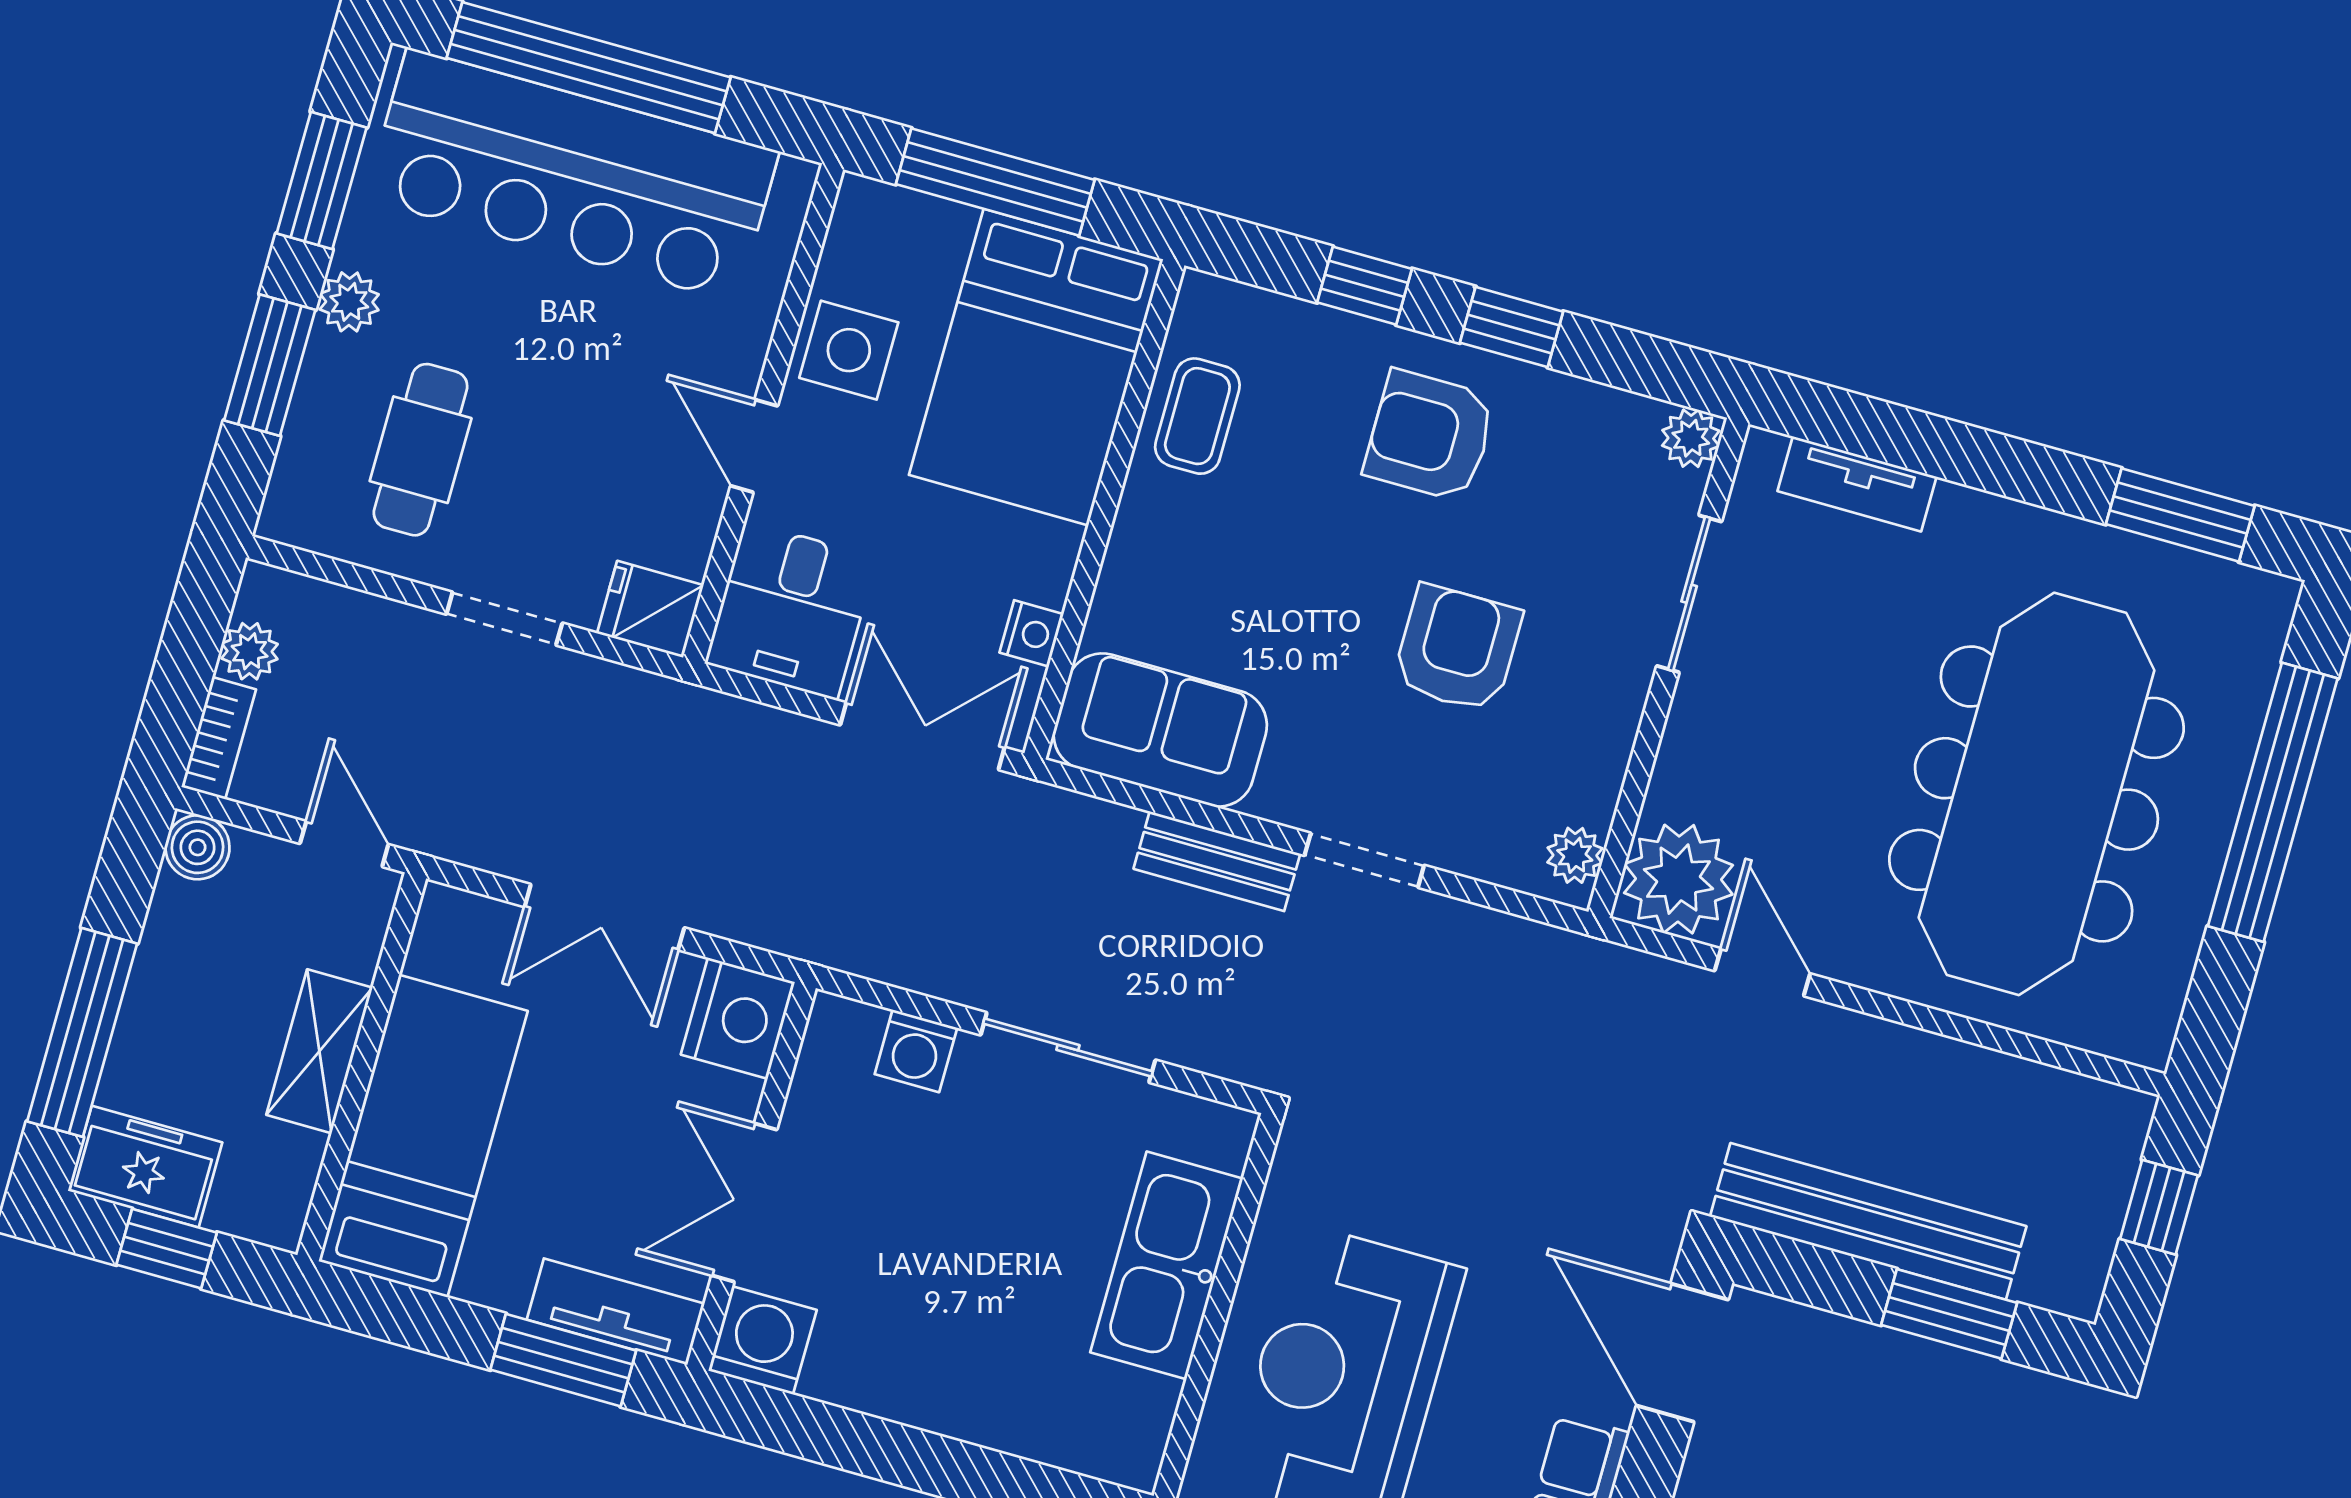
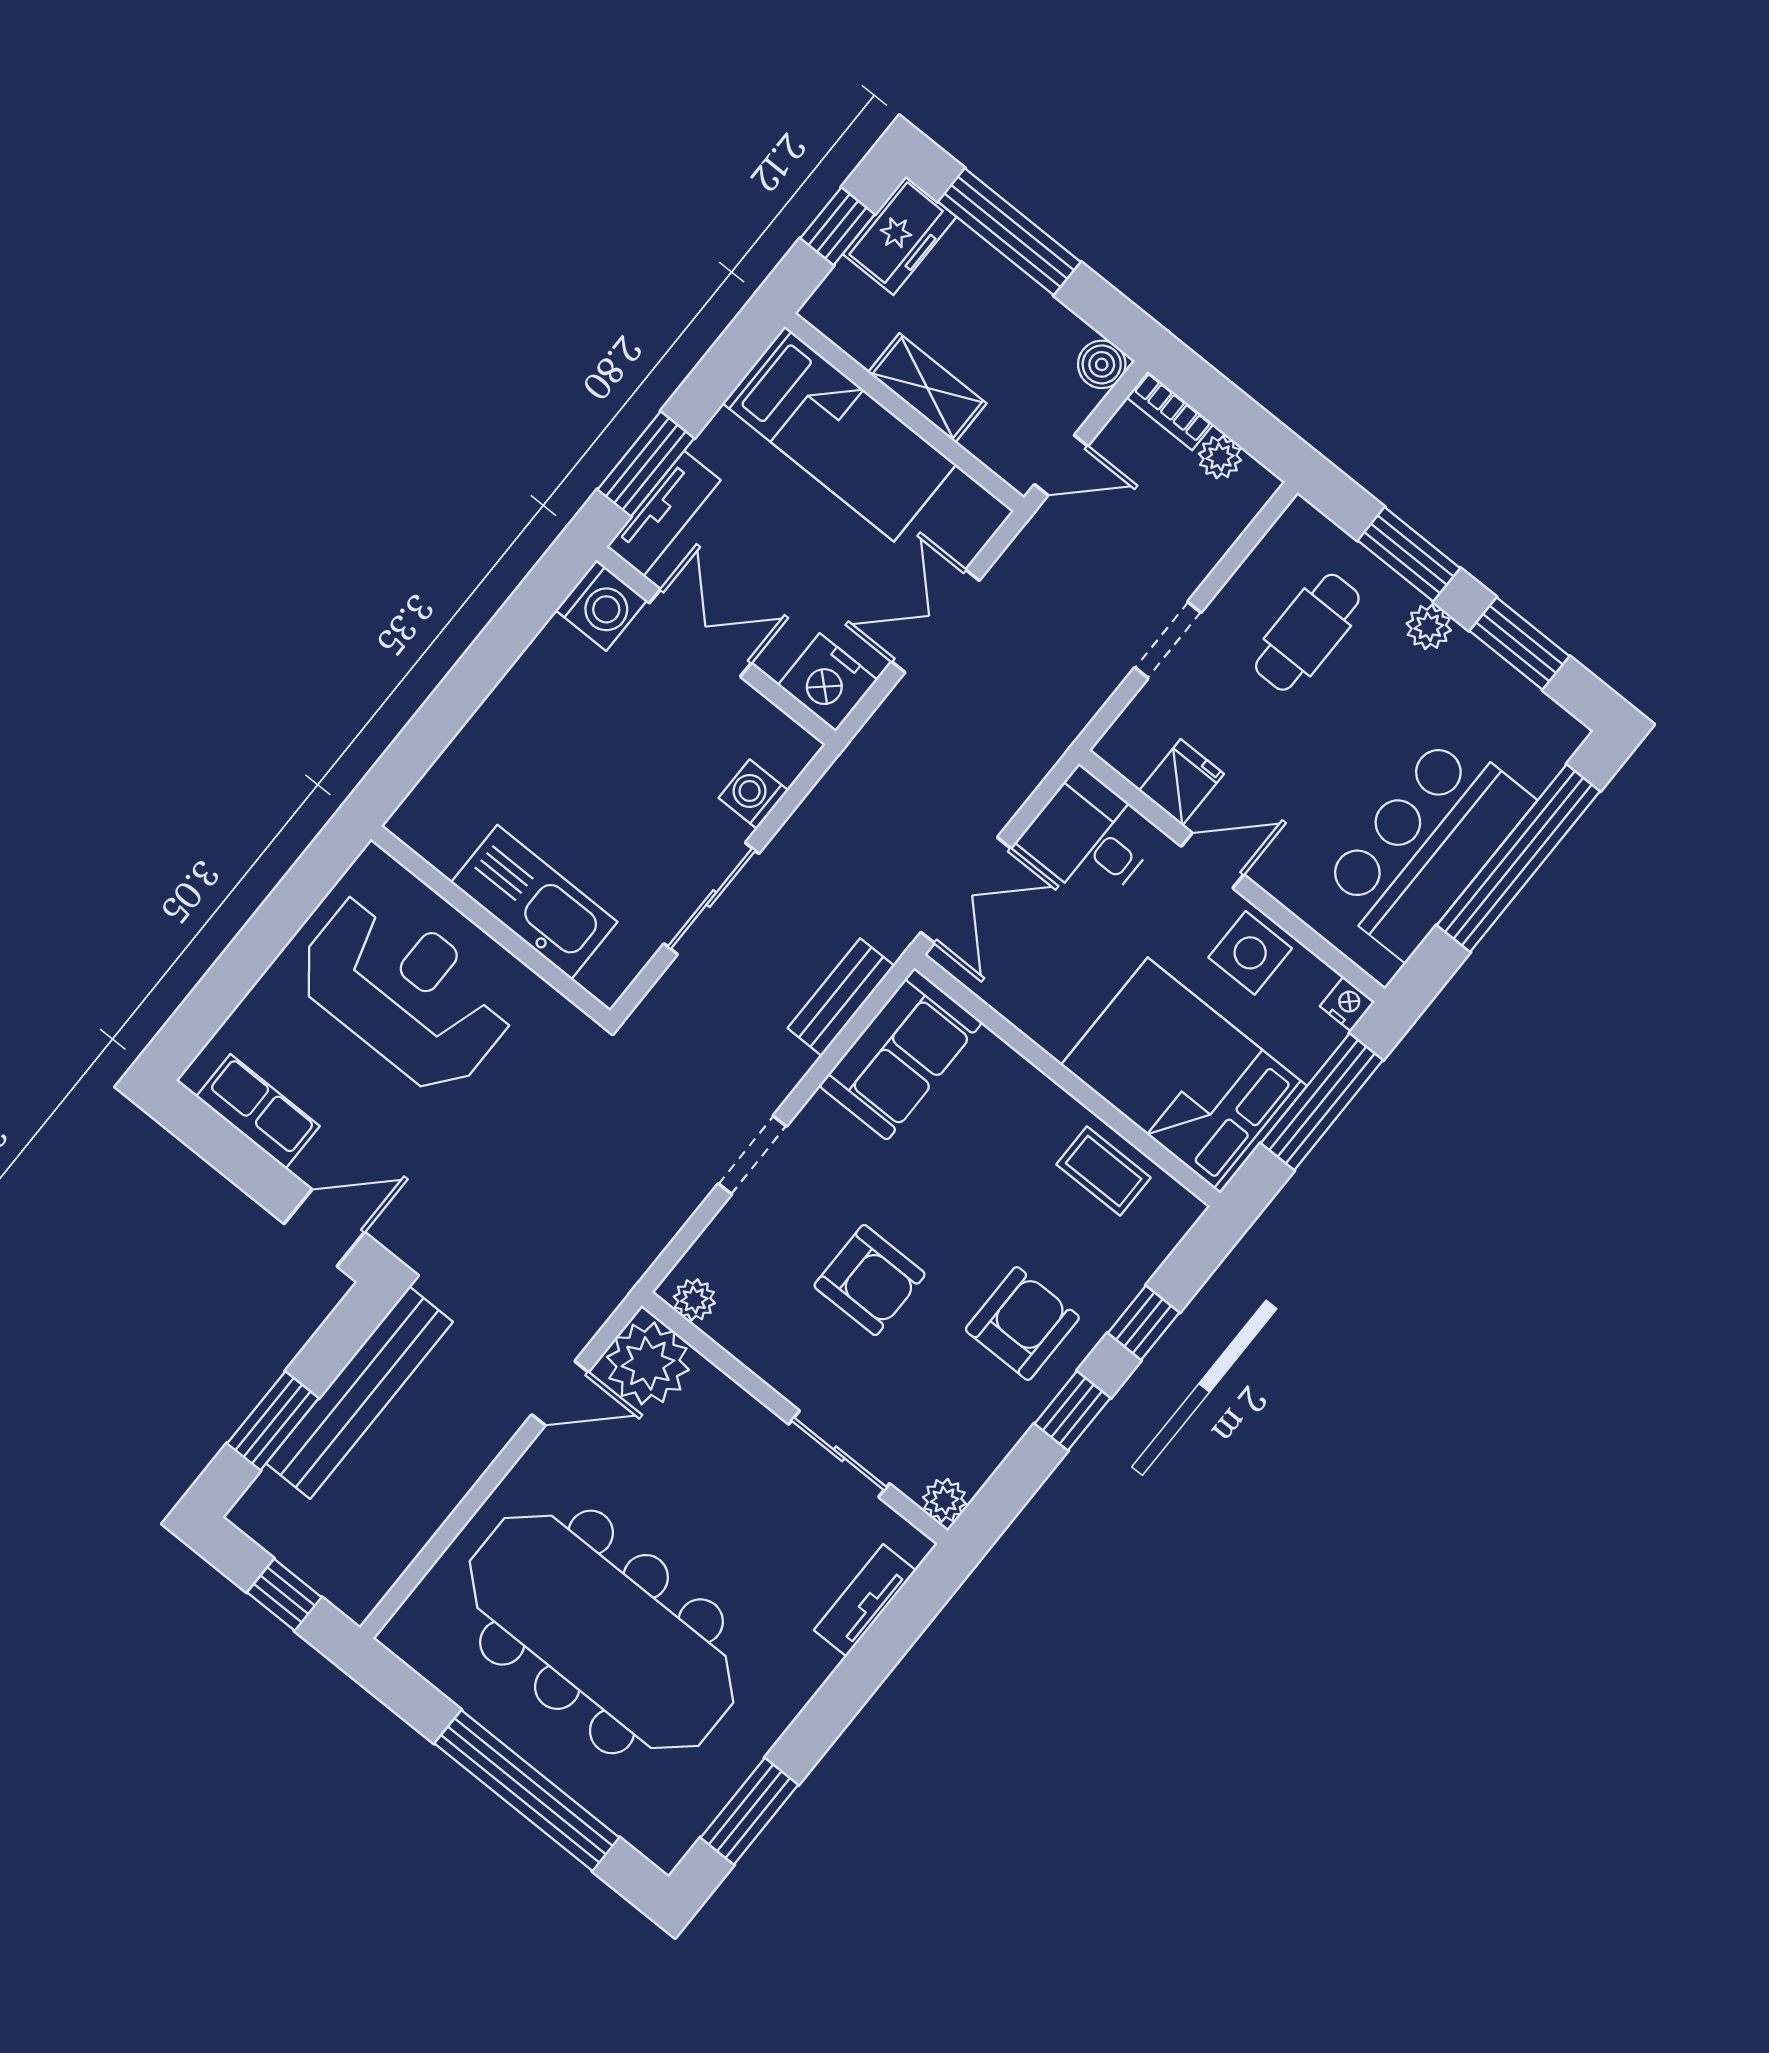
bar counter: (572, 175) -> (1426, 845), width x0.73
cafe table: (421, 450) -> (1307, 632), turned 90
fridge: (650, 609) -> (1182, 782), moved
nightstand: (1031, 633) -> (1347, 1004), moved, turned 180
bench: (1217, 861) -> (841, 997), moved
door: (1682, 1353) -> (324, 1228), width x0.73

